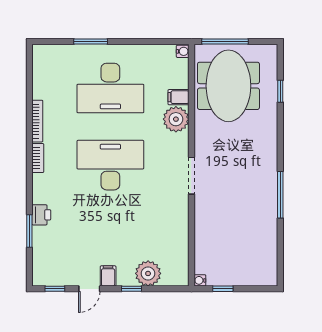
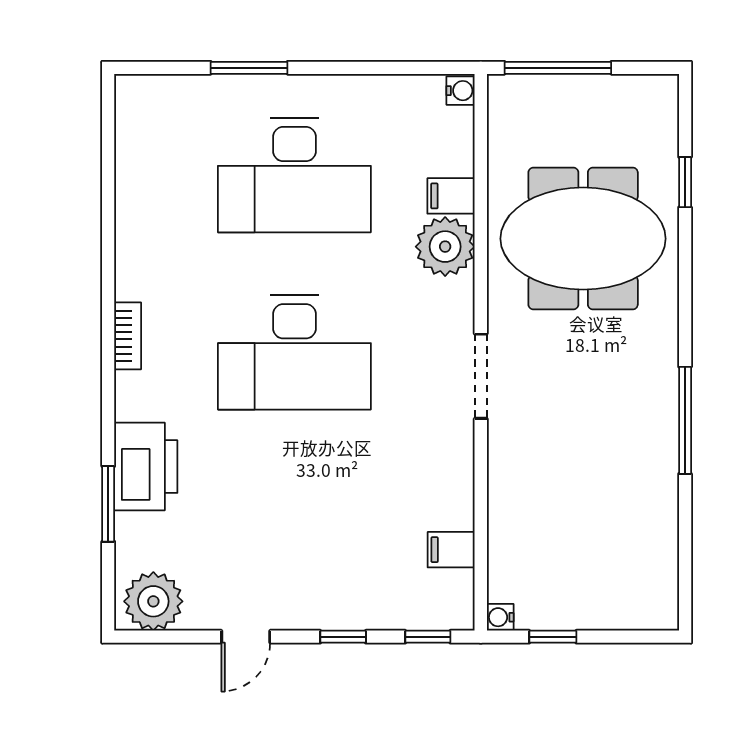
meeting table: (228, 86) -> (583, 239), moved, turned 90
bookcase: (37, 121) -> (127, 251), removed
desk: (110, 165) -> (294, 352), turned 180
printer: (41, 215) -> (146, 467), width x1.87, depth x1.48
plant: (148, 273) -> (153, 601), moved
filing cabinet: (108, 276) -> (451, 550), moved, turned -90
window: (55, 289) -> (428, 637), moved

